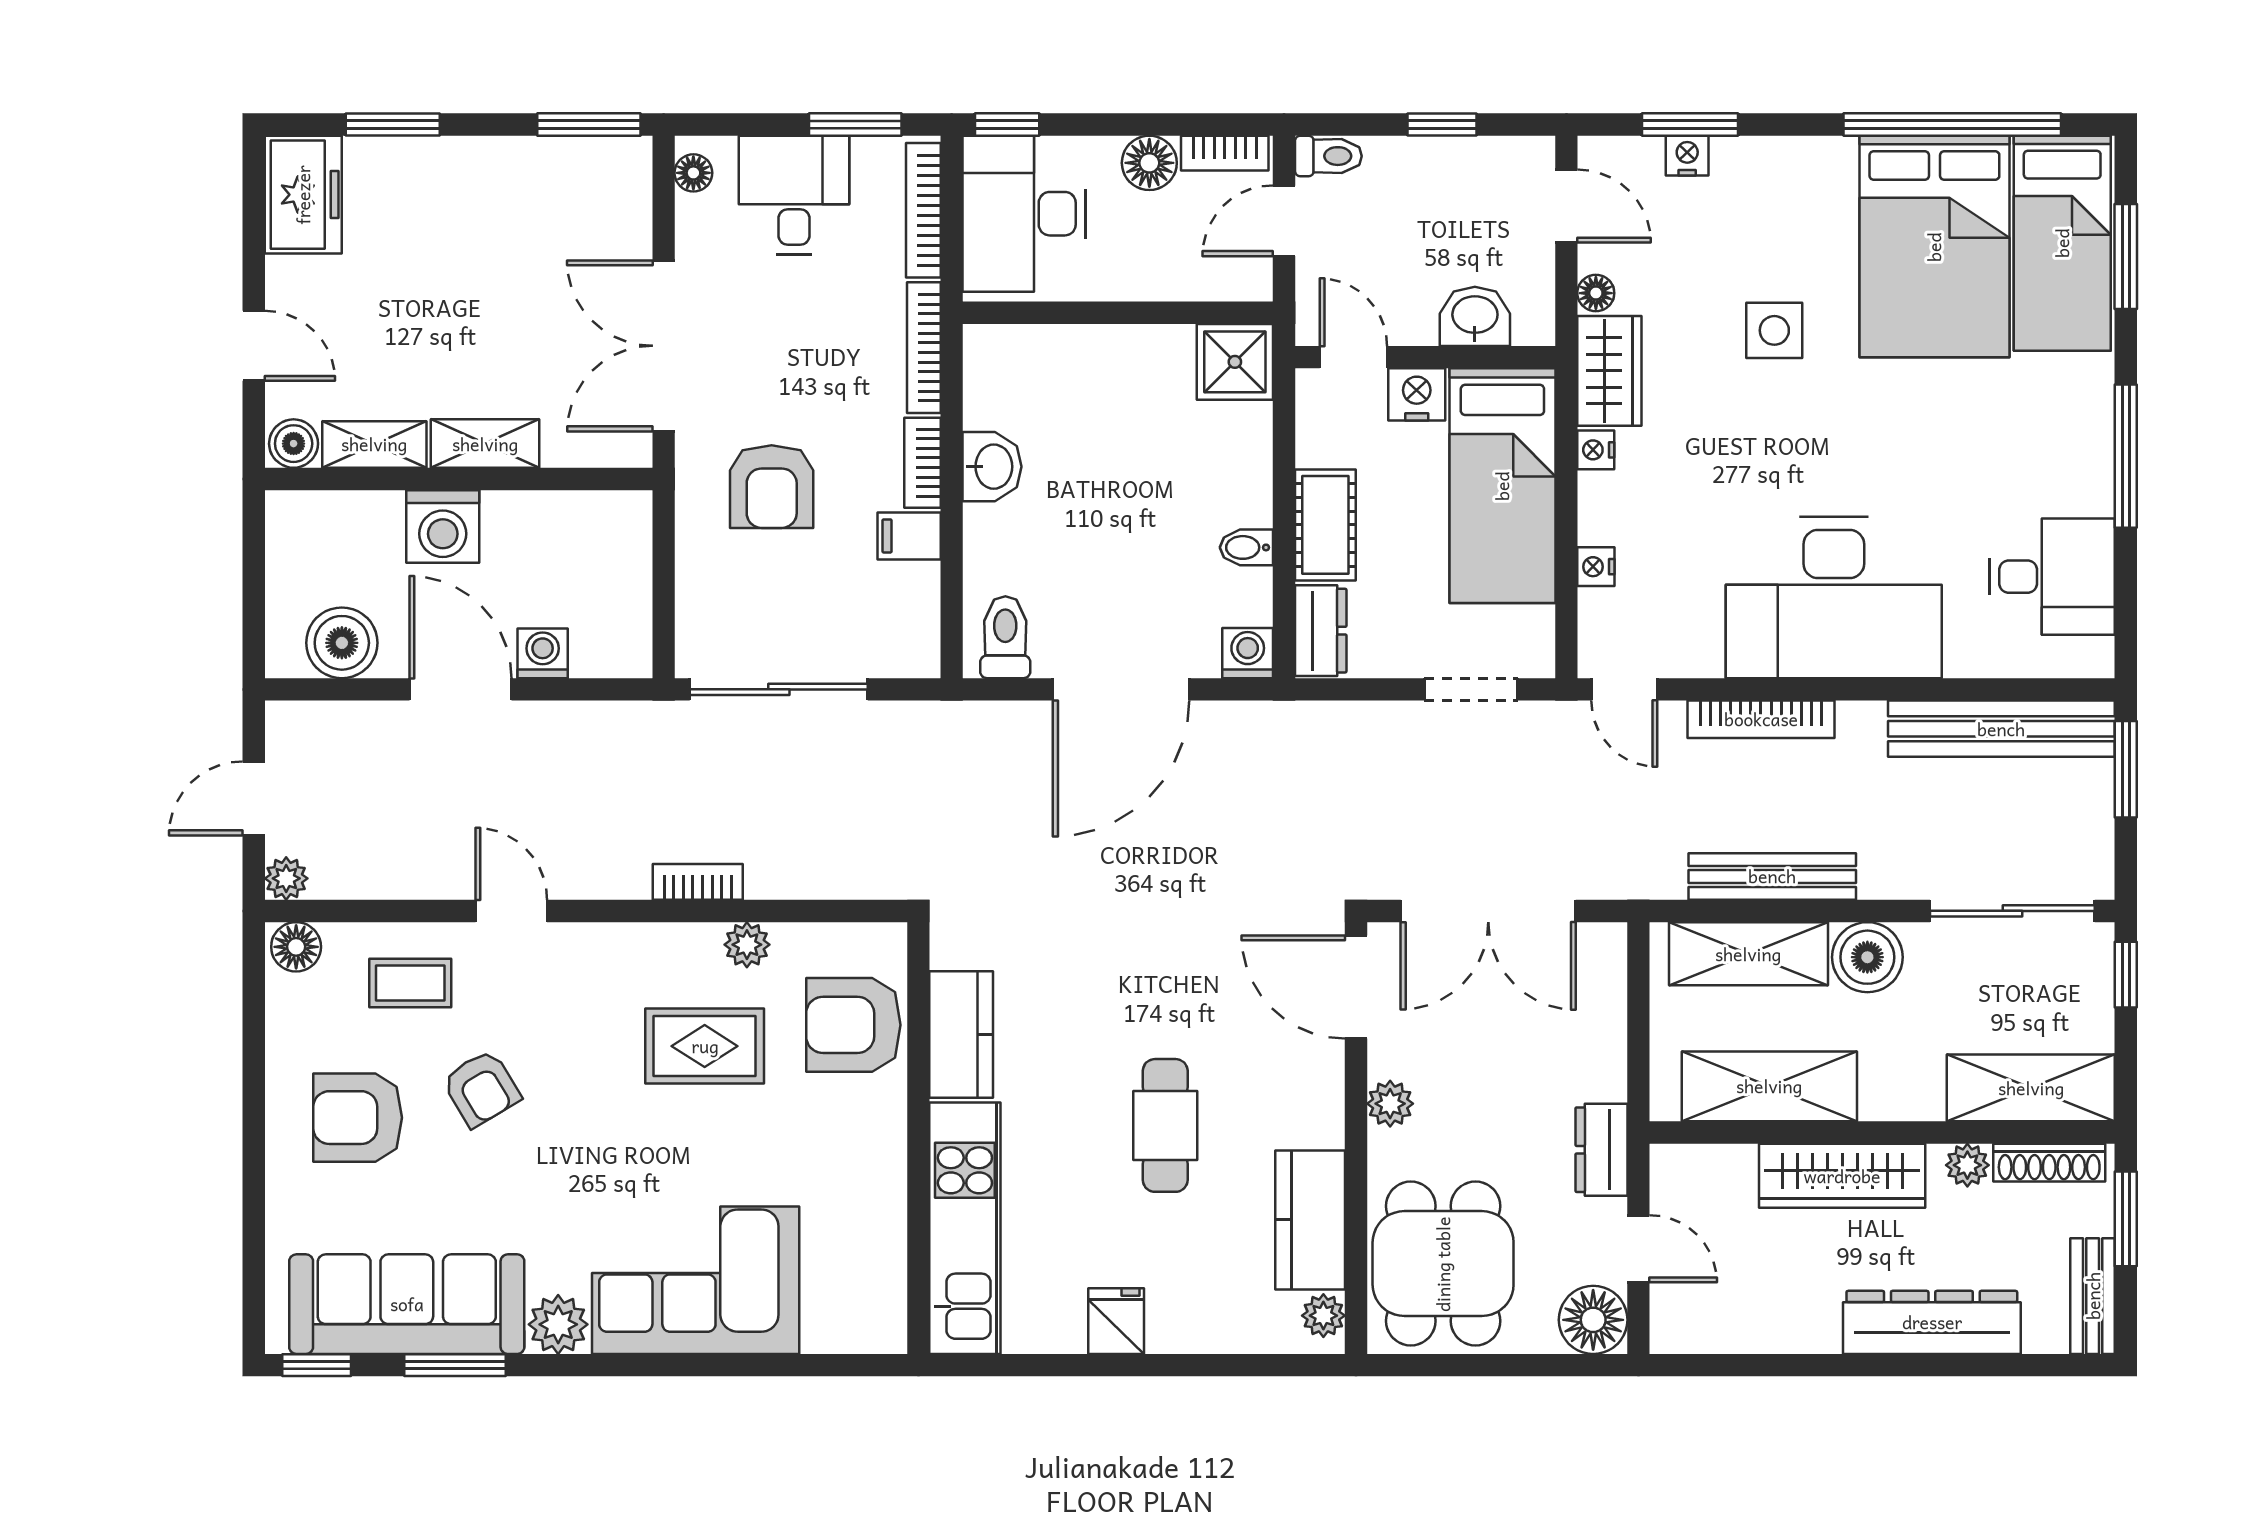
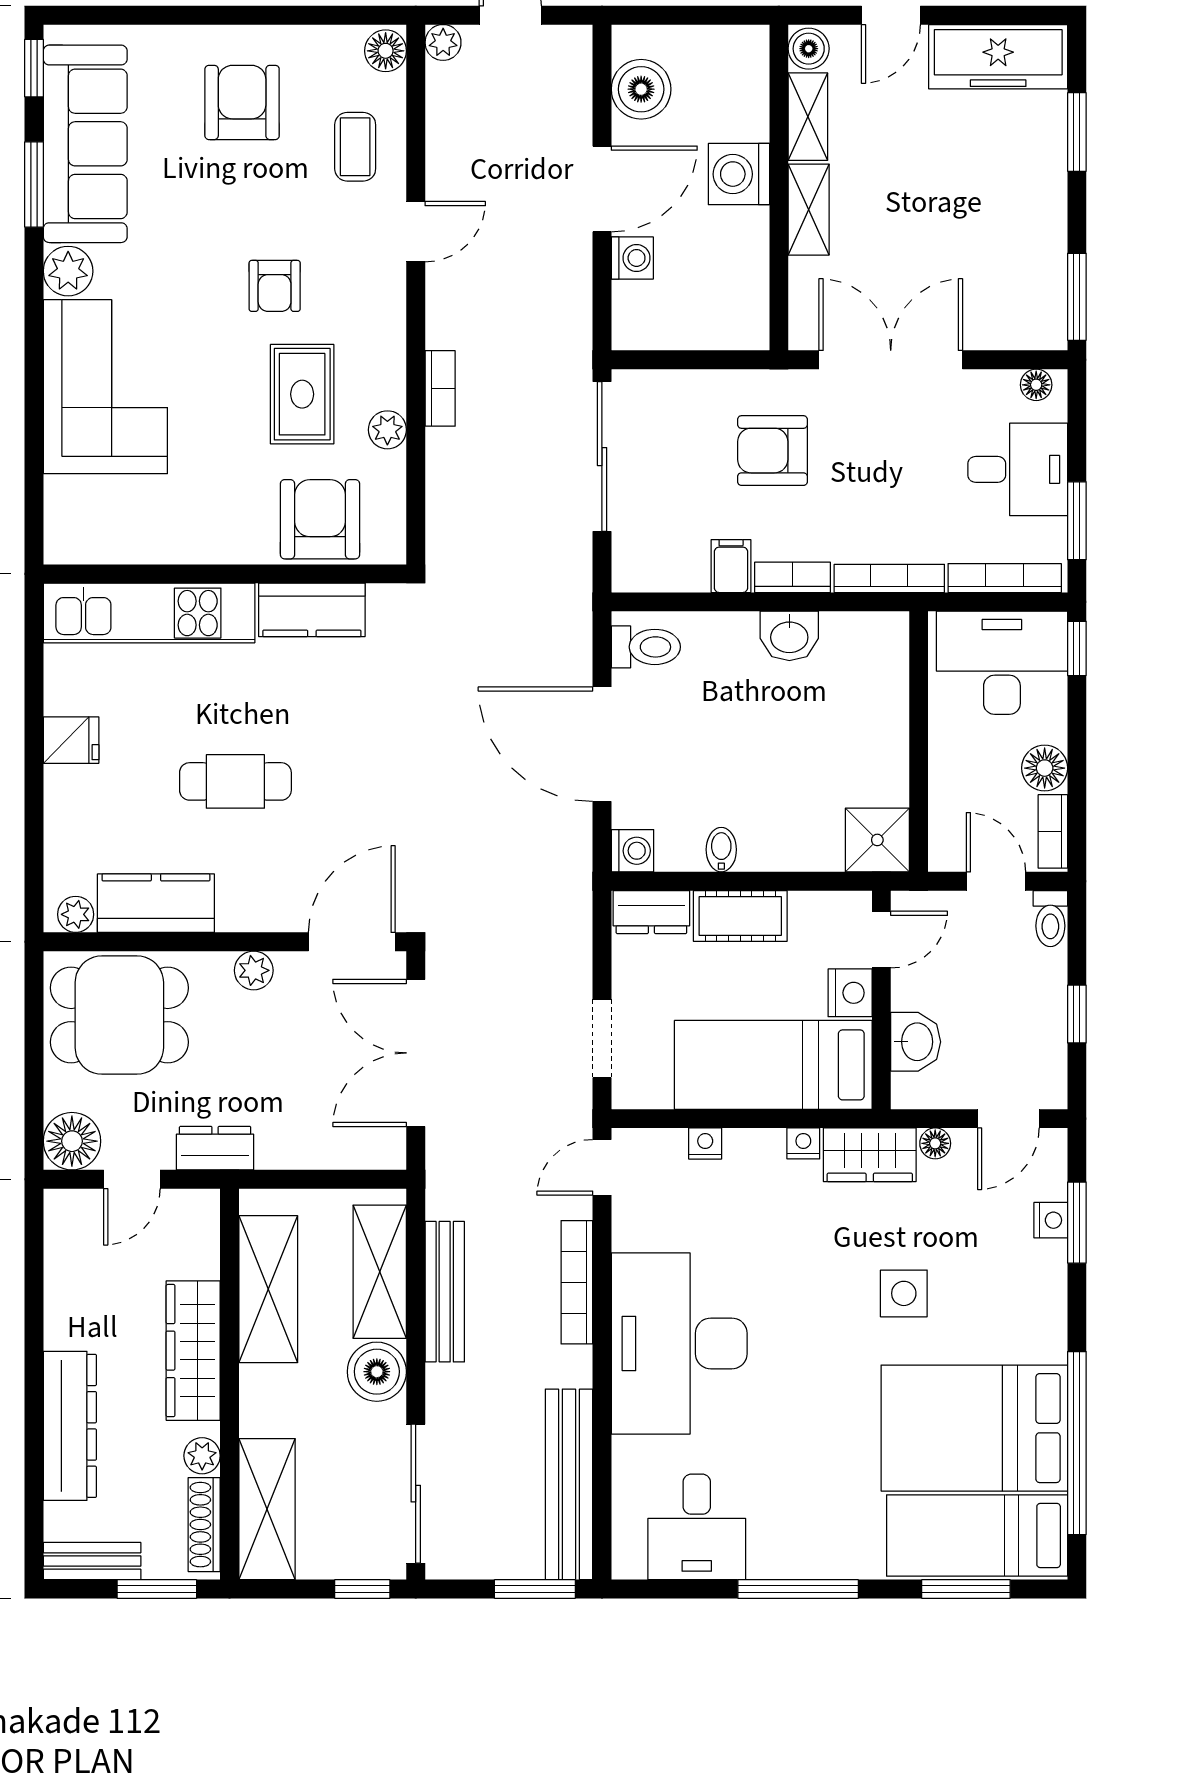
freezer: (303, 195) -> (998, 57), width x1.40
armchair: (481, 1088) -> (275, 286), moved, turned -59

